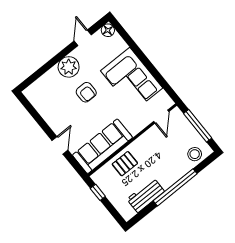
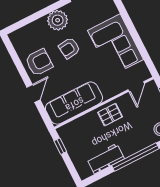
armchair: (86, 92) -> (69, 48), turned 83
armchair: (59, 113) -> (39, 62), added
pallet: (125, 164) -> (110, 115), moved

